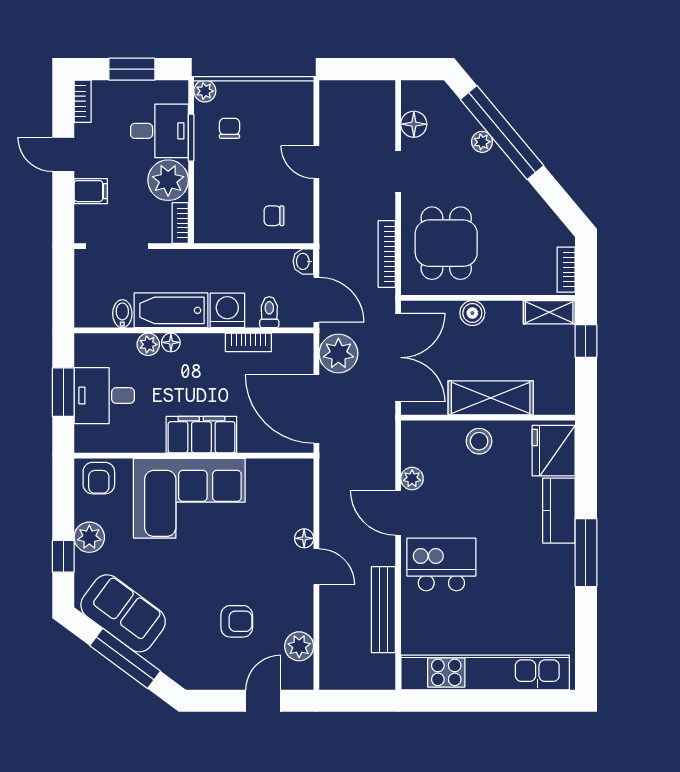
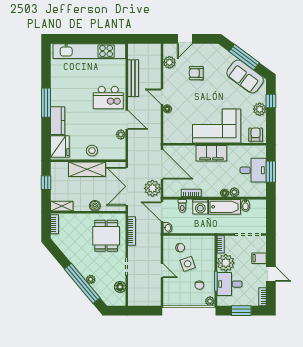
side table: (257, 178) -> (188, 264), added
window: (586, 341) -> (46, 183), moved

